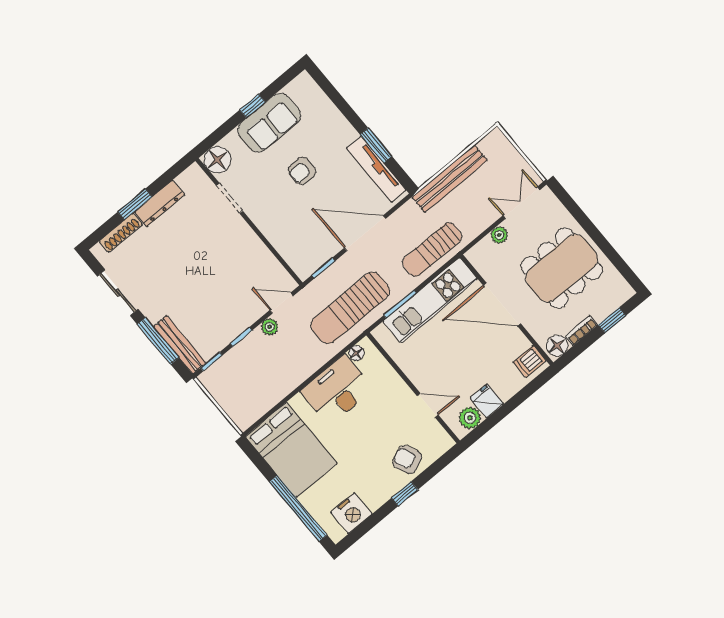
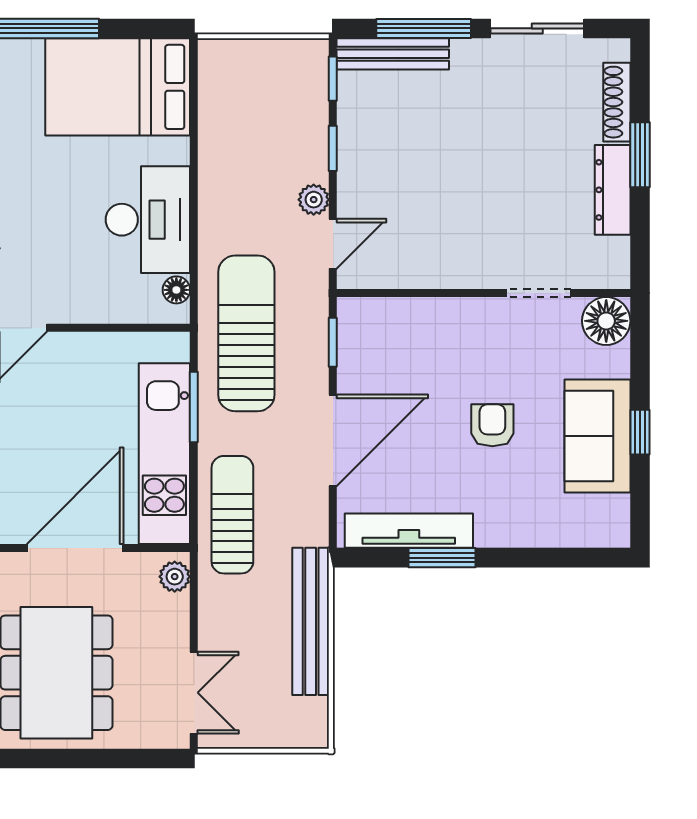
plant: (499, 235) -> (175, 577), moved

